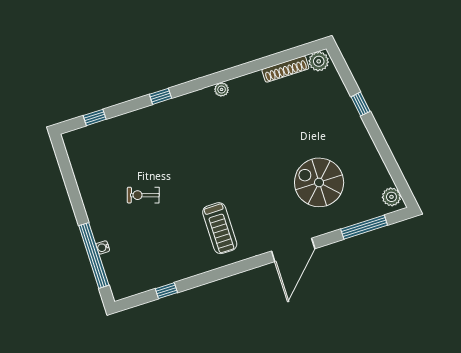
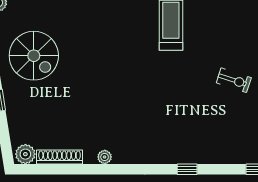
plant: (222, 89) -> (105, 157), moved
spiral stairs: (319, 182) -> (34, 56), moved

